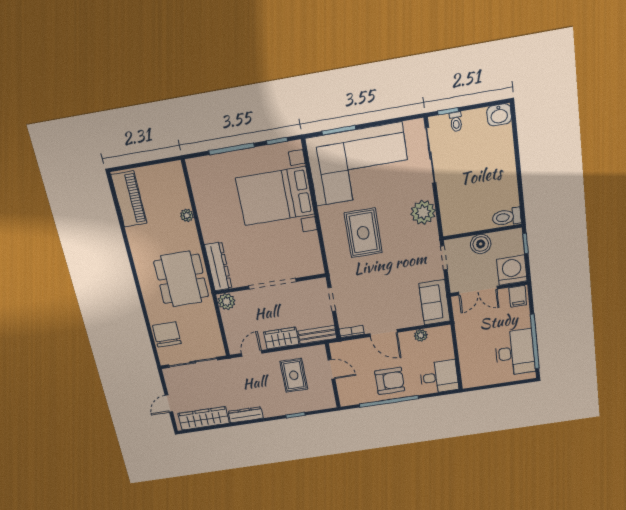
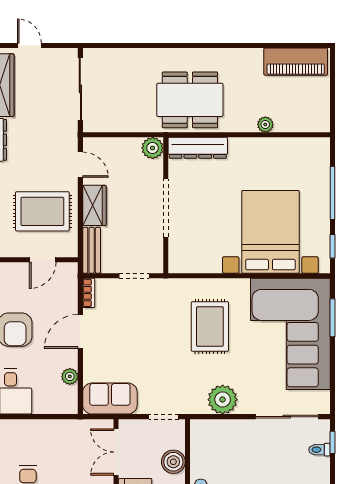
rug: (363, 233) -> (210, 326), turned 90
chair: (167, 335) -> (122, 65), removed
rug: (294, 375) -> (42, 211), width x1.36, depth x1.43

